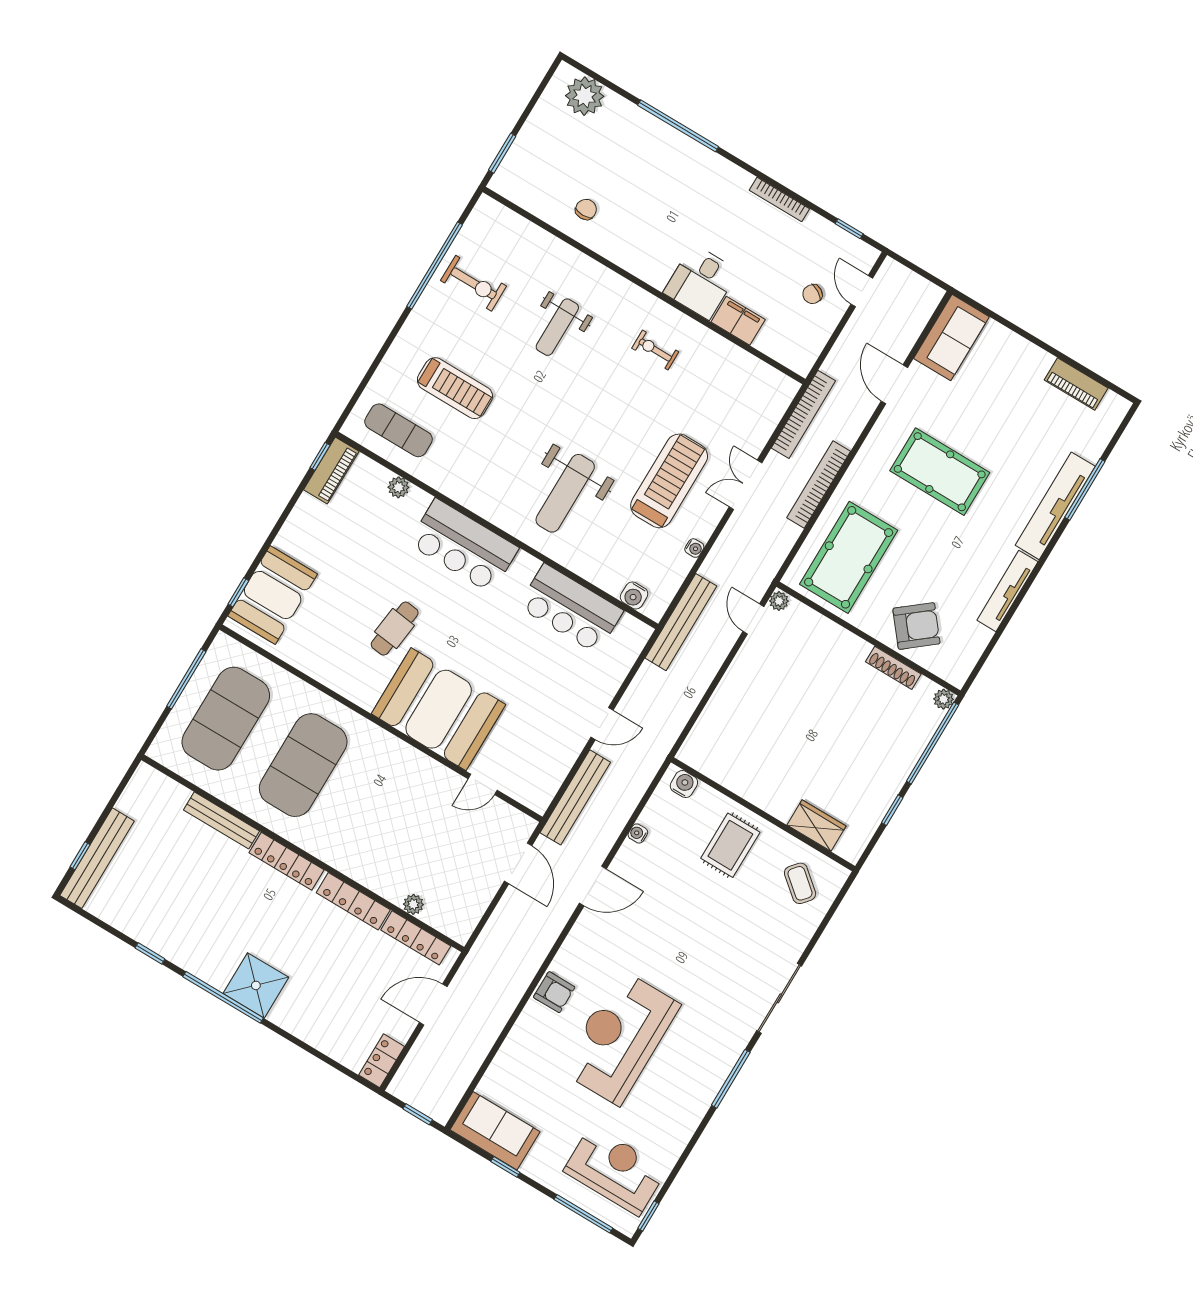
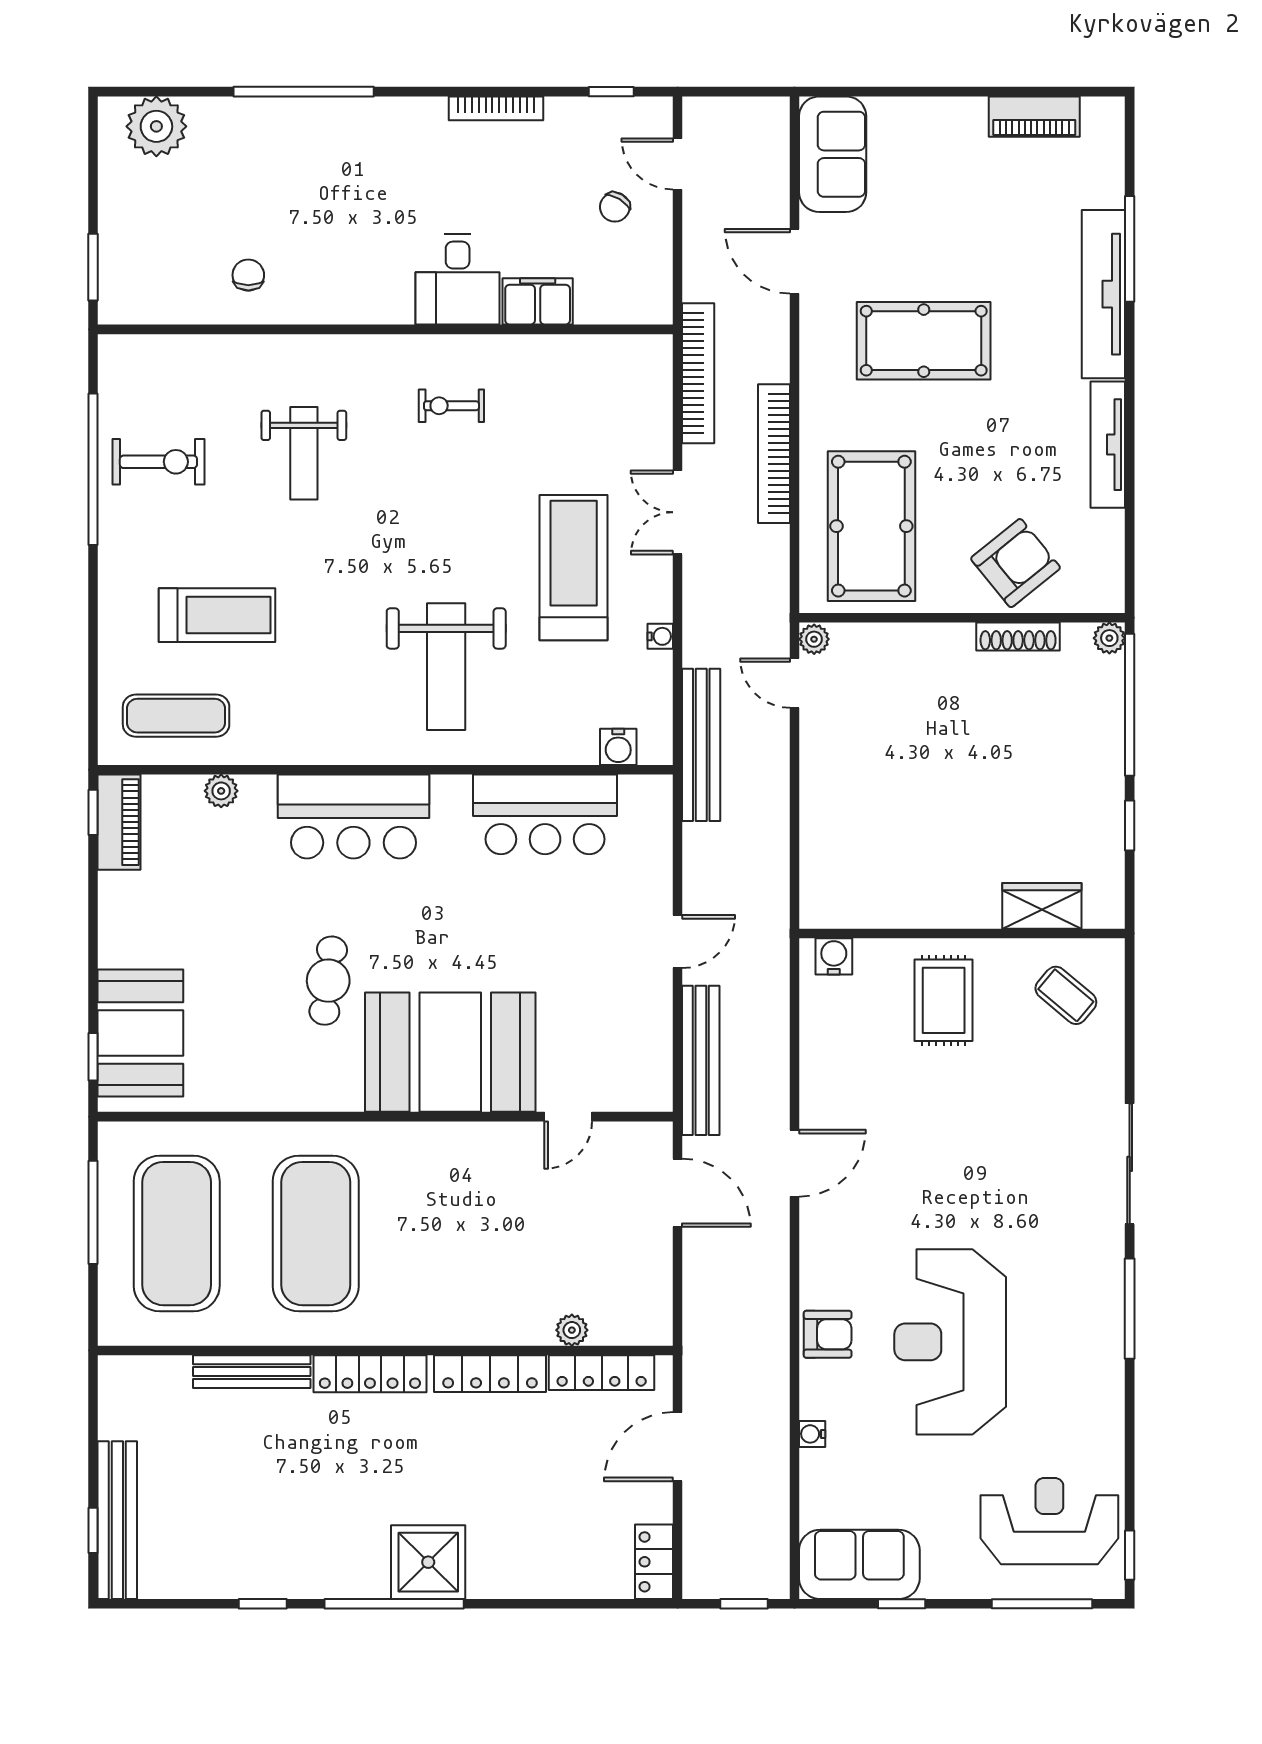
water cooler: (638, 833) -> (812, 1434), moved

